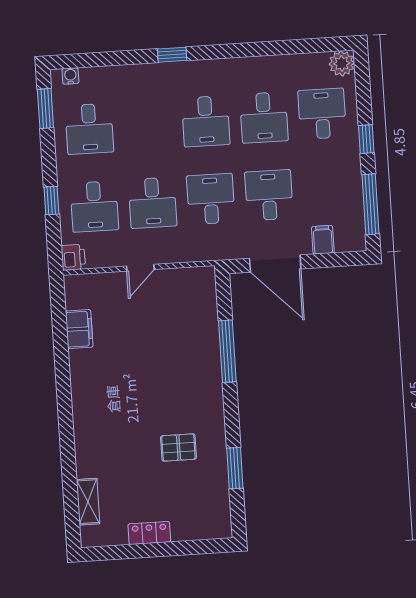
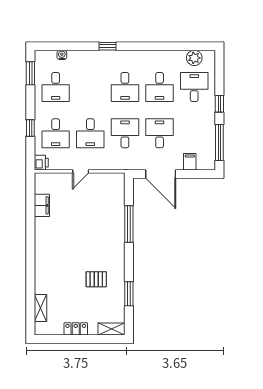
plant: (342, 63) -> (194, 58), moved
water cooler: (70, 76) -> (62, 55), moved
shelving: (209, 529) -> (111, 329), added

